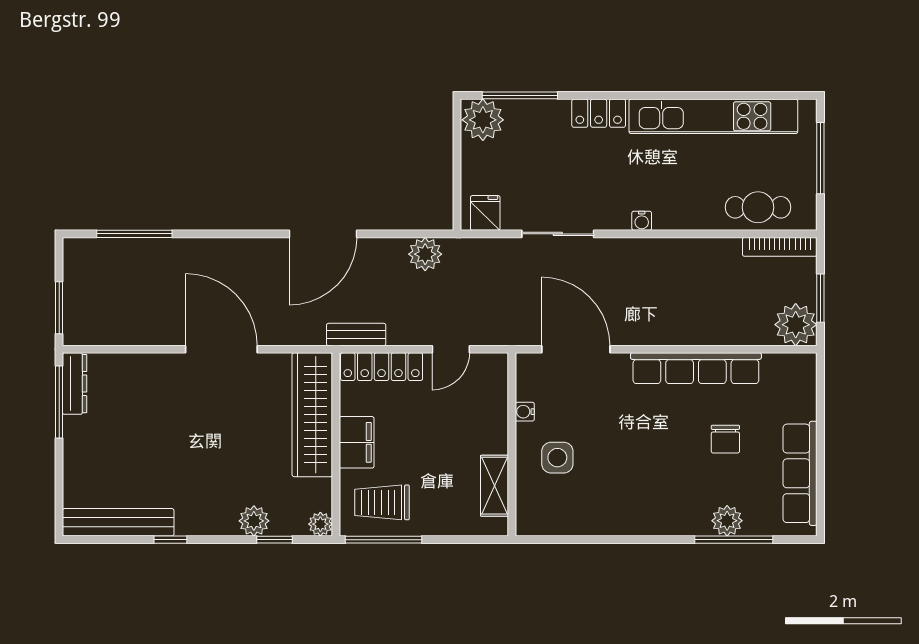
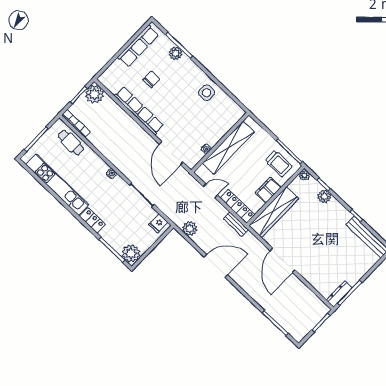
side table: (557, 458) -> (207, 93), moved
shelving: (495, 486) -> (228, 148), width x2.20, depth x1.33

